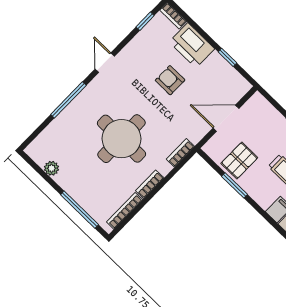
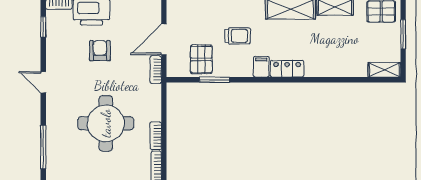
armchair: (170, 80) -> (100, 51), turned 90
window: (68, 100) -> (43, 147), moved
bookcase: (180, 153) -> (156, 70), moved

